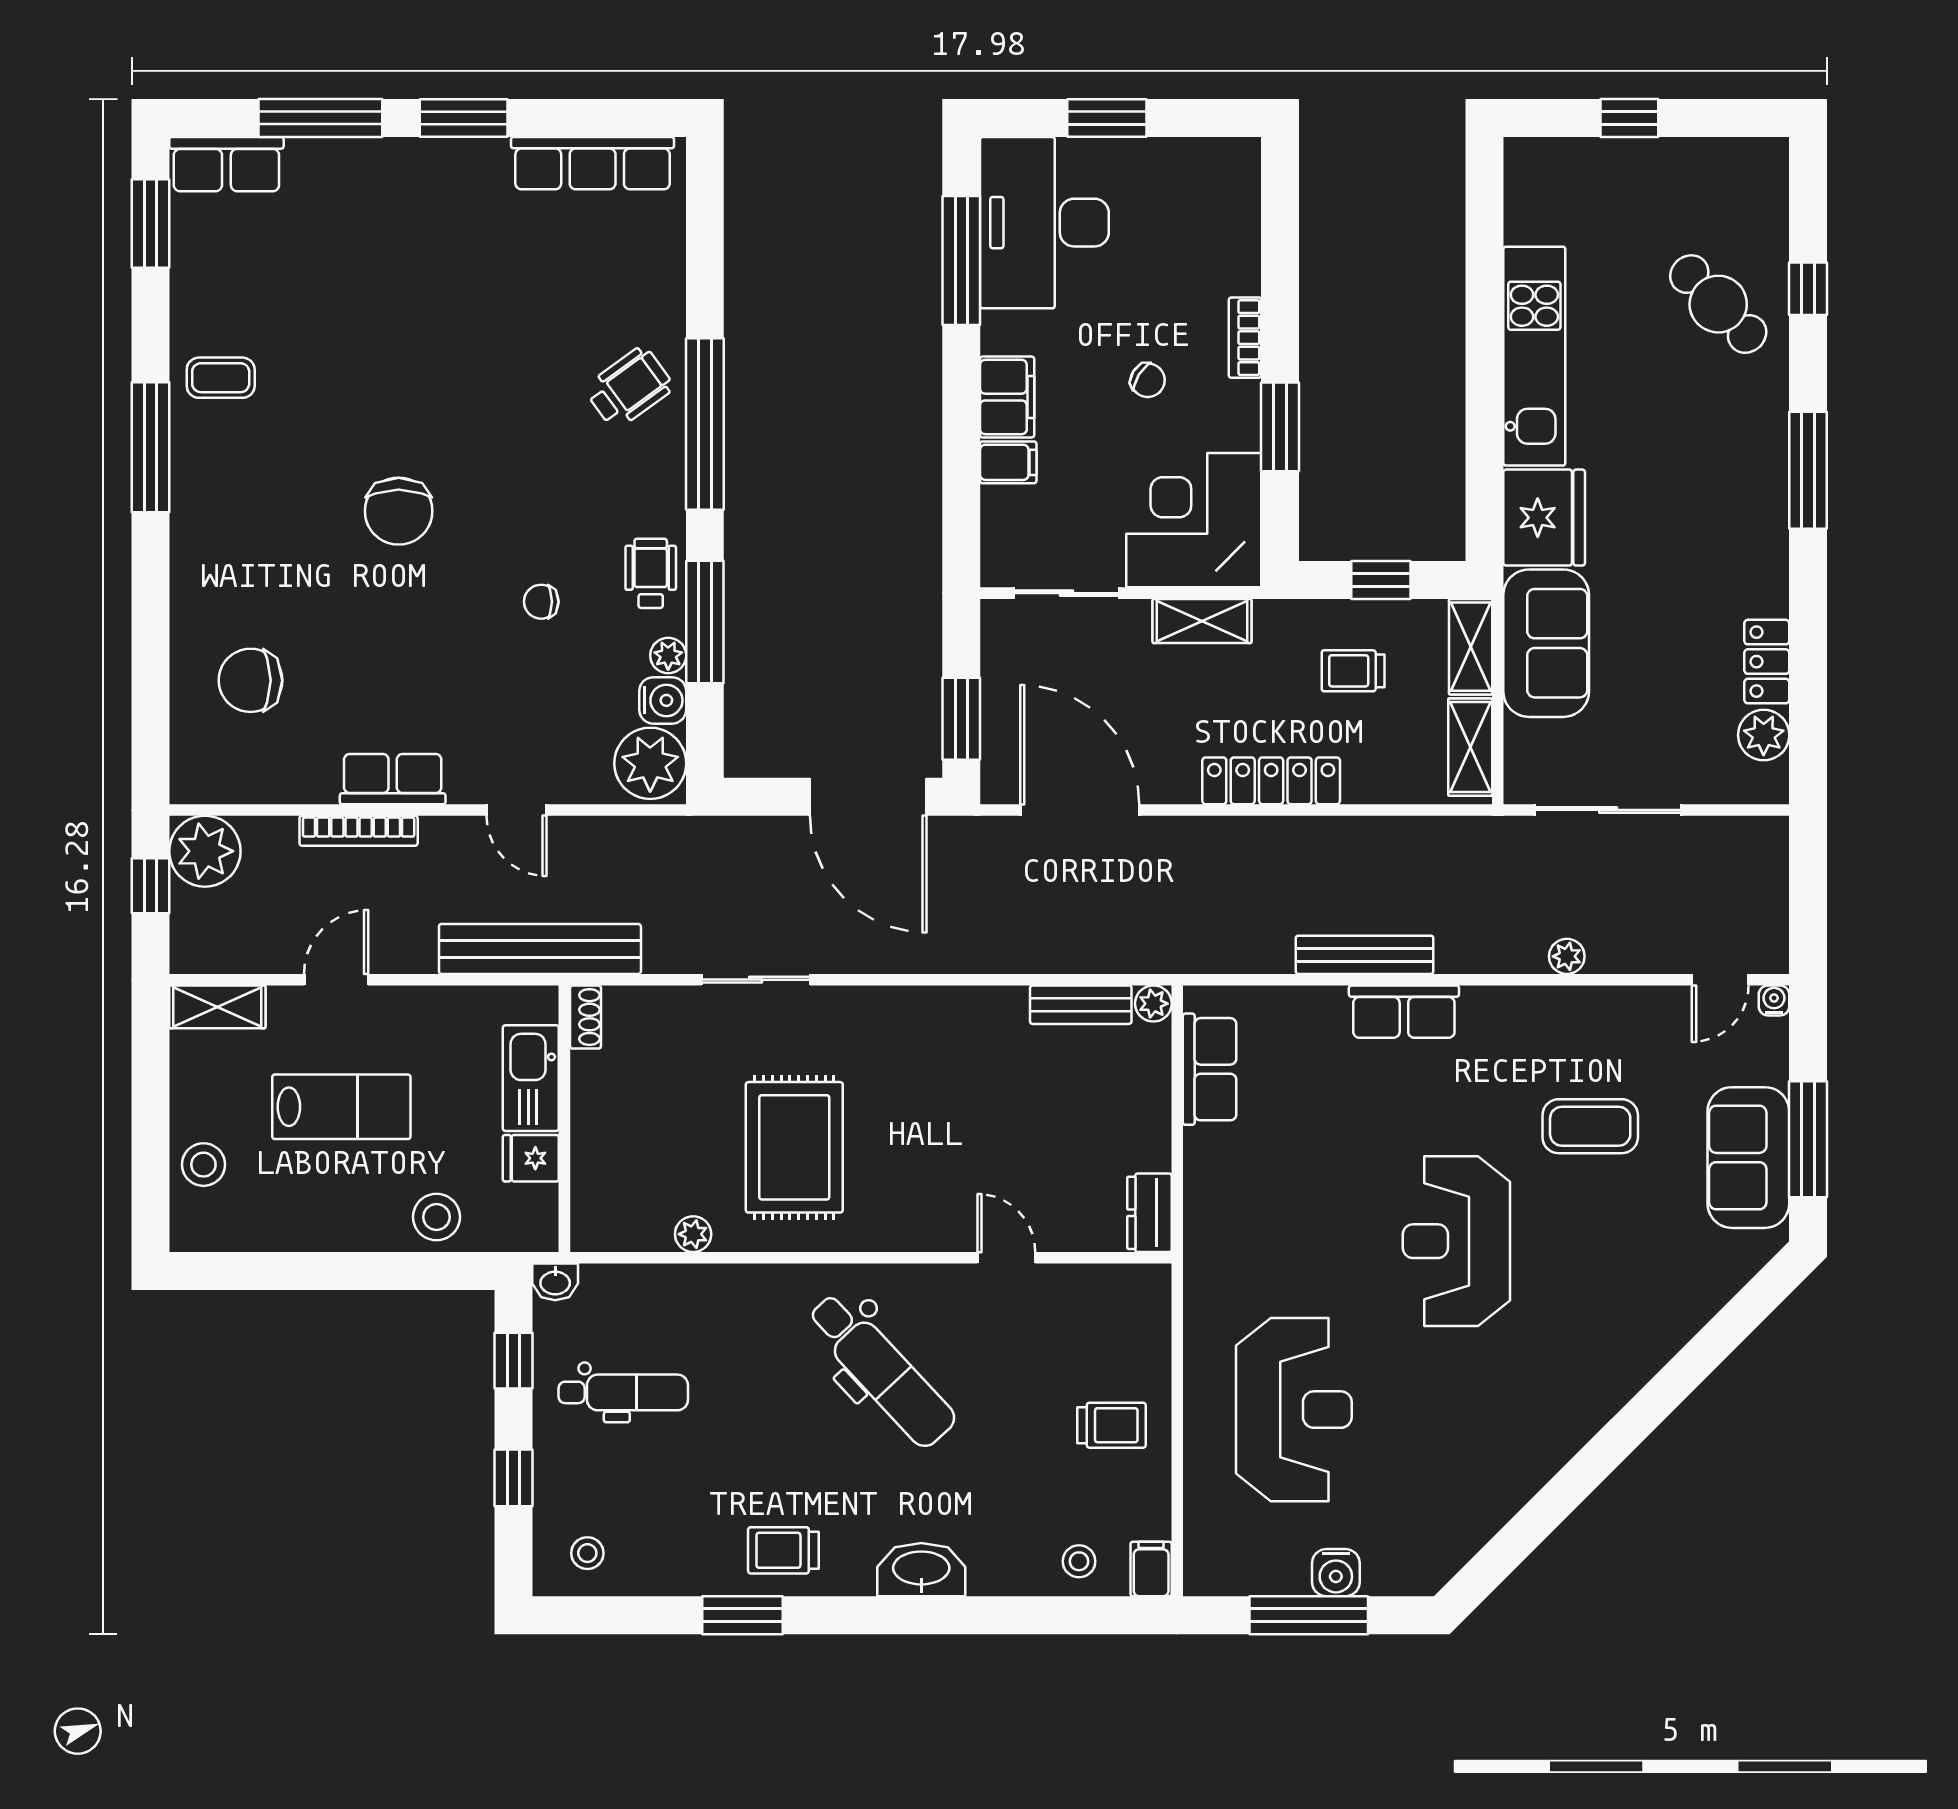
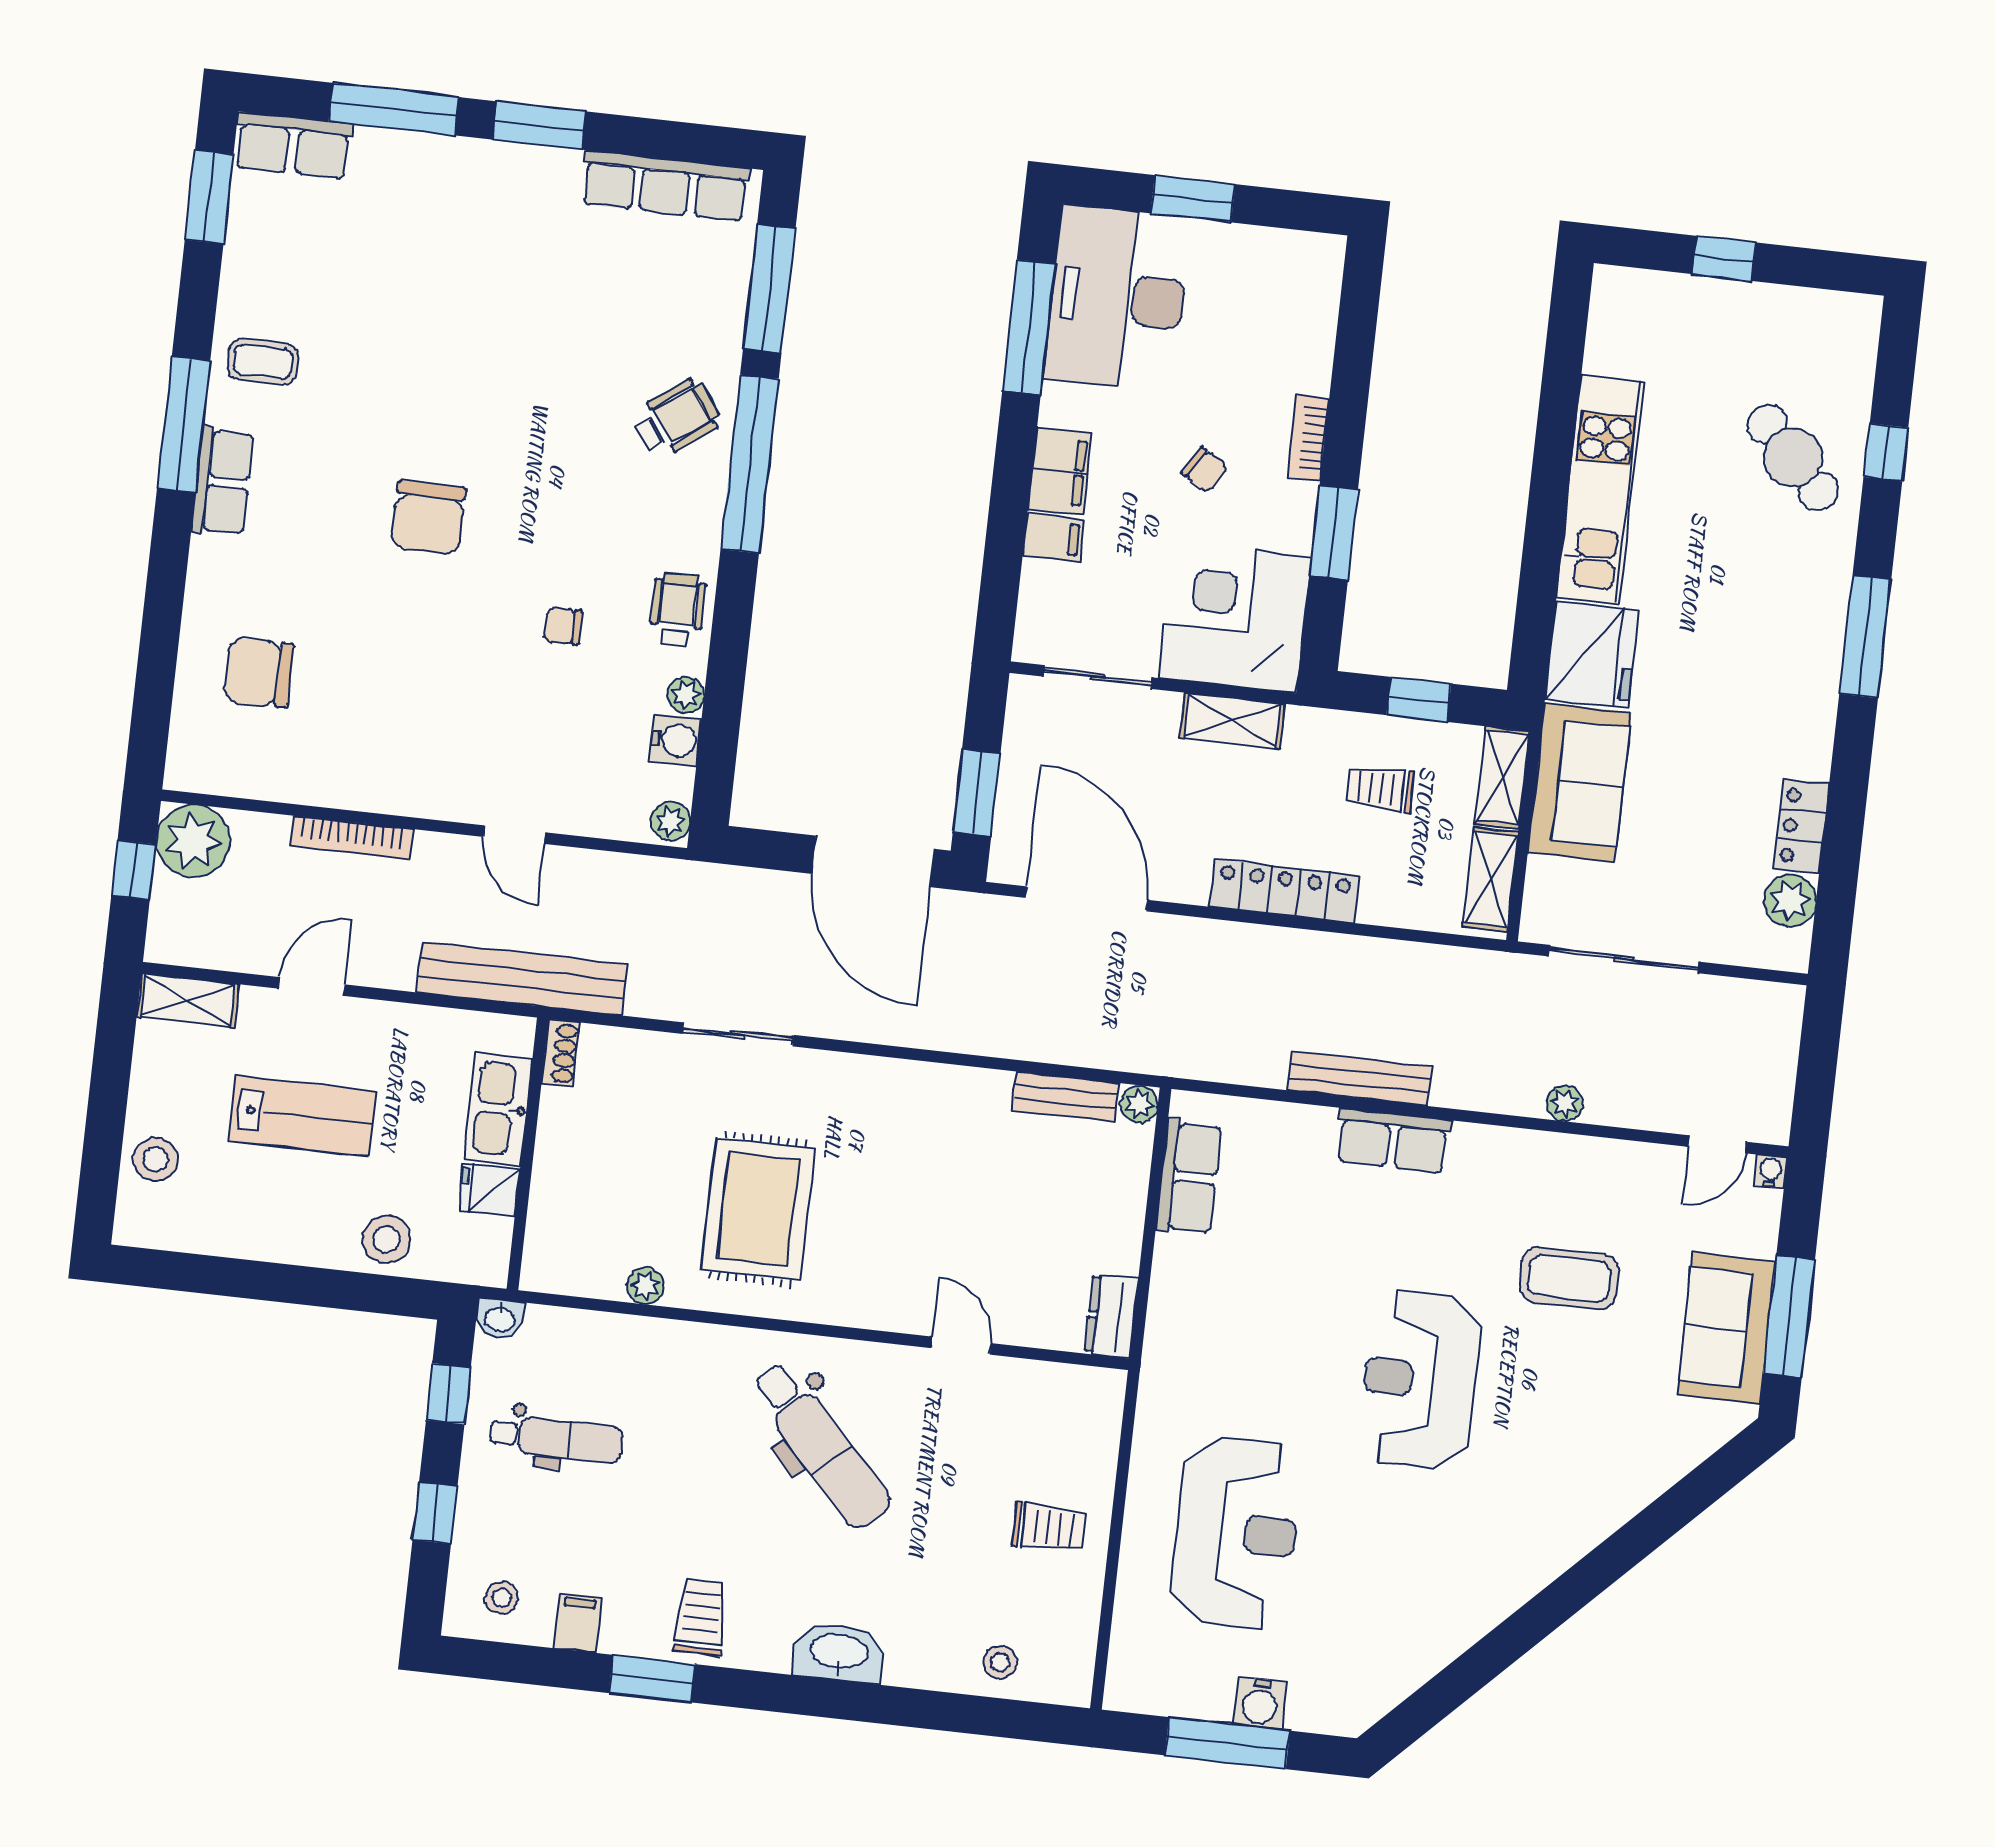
window: (705, 622) -> (769, 289), moved
plant: (650, 763) -> (670, 821), width x0.53, depth x0.53
row of seats: (393, 779) -> (223, 482), moved, turned 90
trolley: (783, 1550) -> (701, 1617), turned 90
filing cabinet: (1151, 1569) -> (578, 1623), moved

